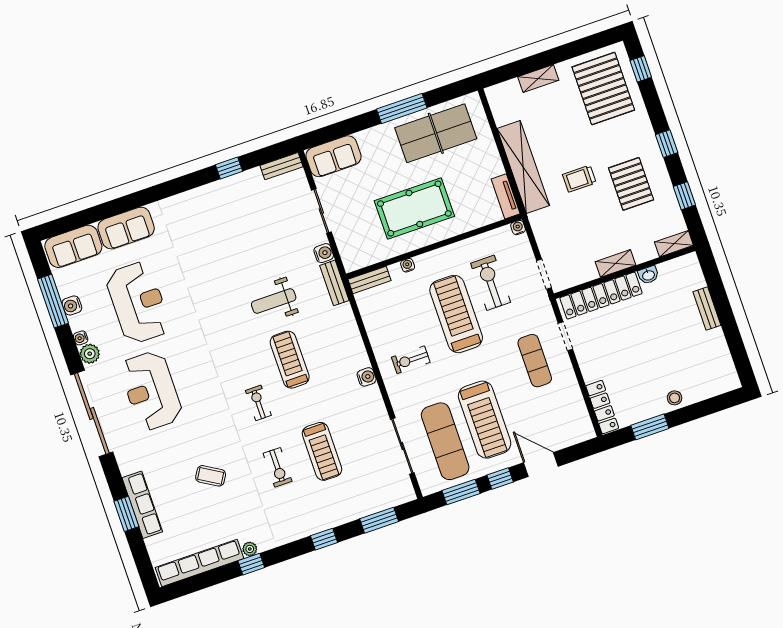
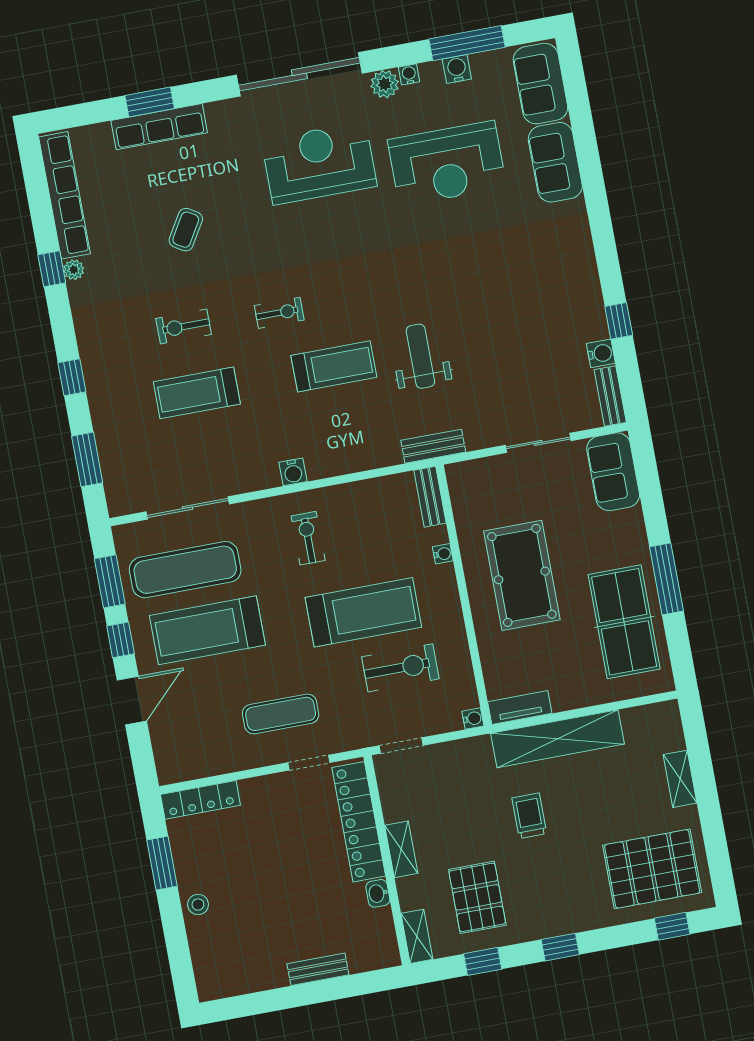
pallet: (631, 184) -> (477, 897), moved, turned 90
water cooler: (324, 253) -> (601, 353), moved, turned -90

